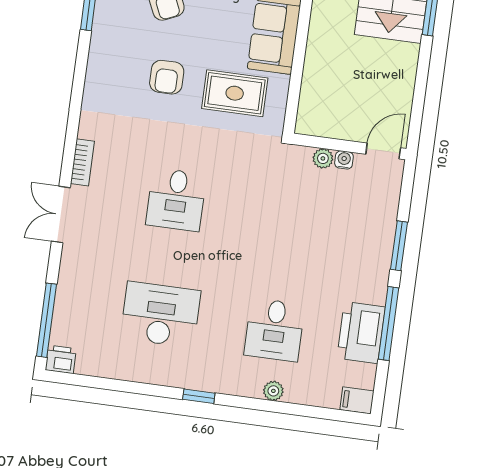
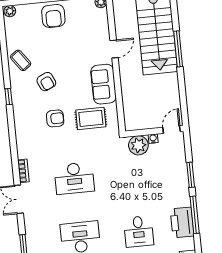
armchair: (167, 77) -> (55, 118), turned -90
plant: (323, 158) -> (138, 145), width x1.88, depth x1.88
desk: (176, 200) -> (74, 178), width x1.37

